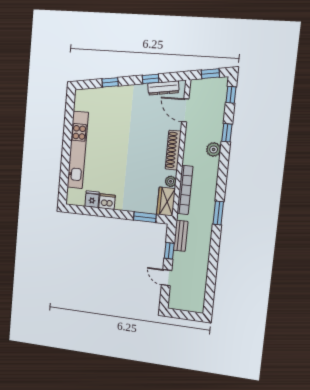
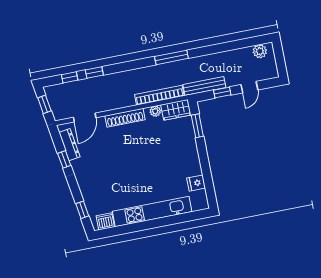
window: (110, 82) -> (82, 210), moved
window: (231, 95) -> (70, 77), moved
plant: (214, 149) -> (260, 51), moved
dishwasher: (107, 202) -> (105, 221), moved, turned 90
window: (218, 213) -> (171, 57), width x1.44
bench: (181, 236) -> (204, 86), width x1.36

